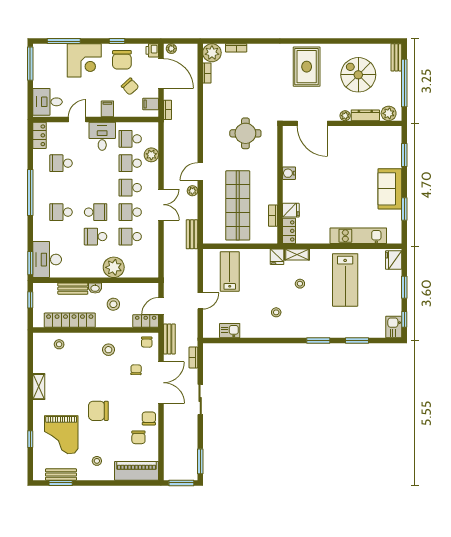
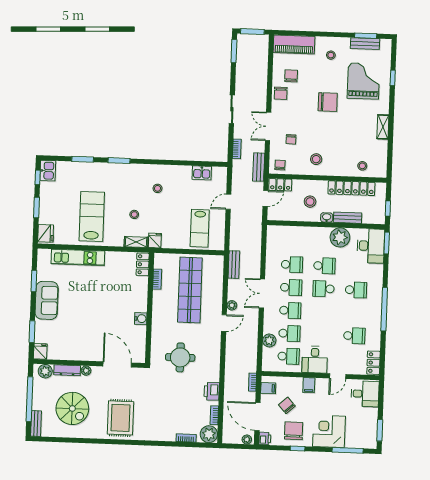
window: (30, 64) -> (380, 430), width x0.69
printer: (211, 98) -> (212, 391), added
fridge: (291, 210) -> (40, 351), moved, turned 90
plant: (114, 267) -> (340, 237), moved
double door: (161, 383) -> (268, 126), width x0.73

